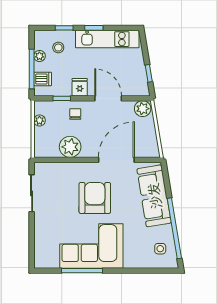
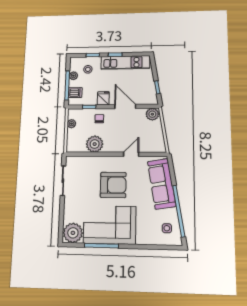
door: (116, 160) -> (131, 154), width x0.53
armchair: (95, 198) -> (113, 185), turned 90
plant: (47, 256) -> (73, 233), added

